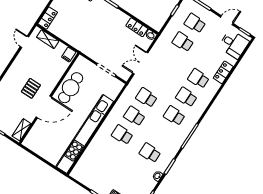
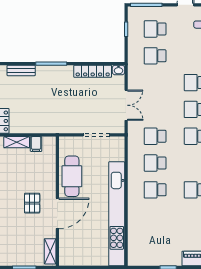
locker: (137, 27) -> (93, 71), width x1.53
filing cabinet: (69, 55) -> (36, 144), moved
double door: (140, 63) -> (126, 105), swing flipped

